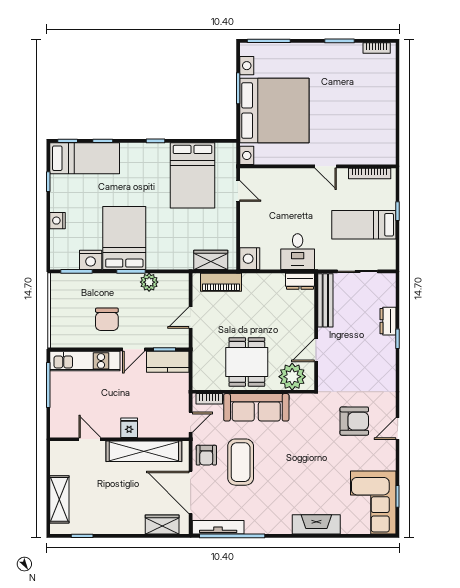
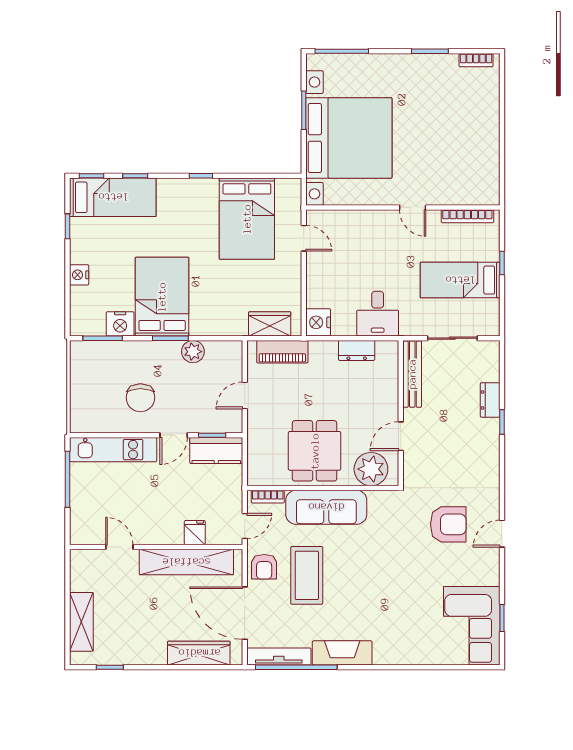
dresser: (300, 281) -> (357, 350), moved
fridge: (129, 428) -> (195, 533), moved
fireplace: (316, 524) -> (342, 653), moved
wardrobe: (162, 525) -> (199, 653), width x1.50

